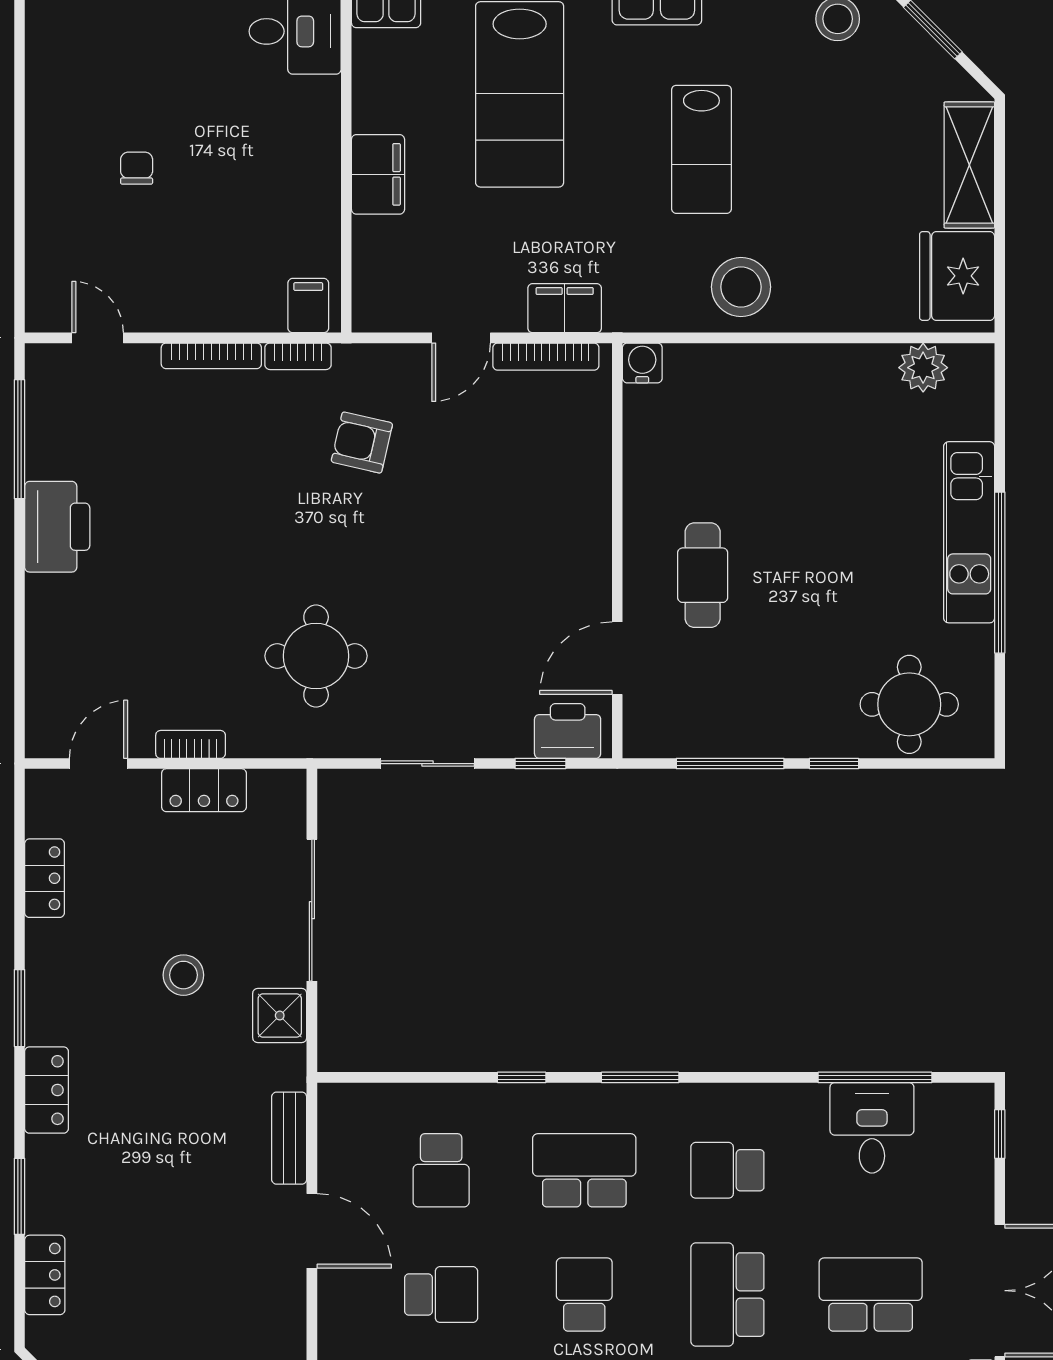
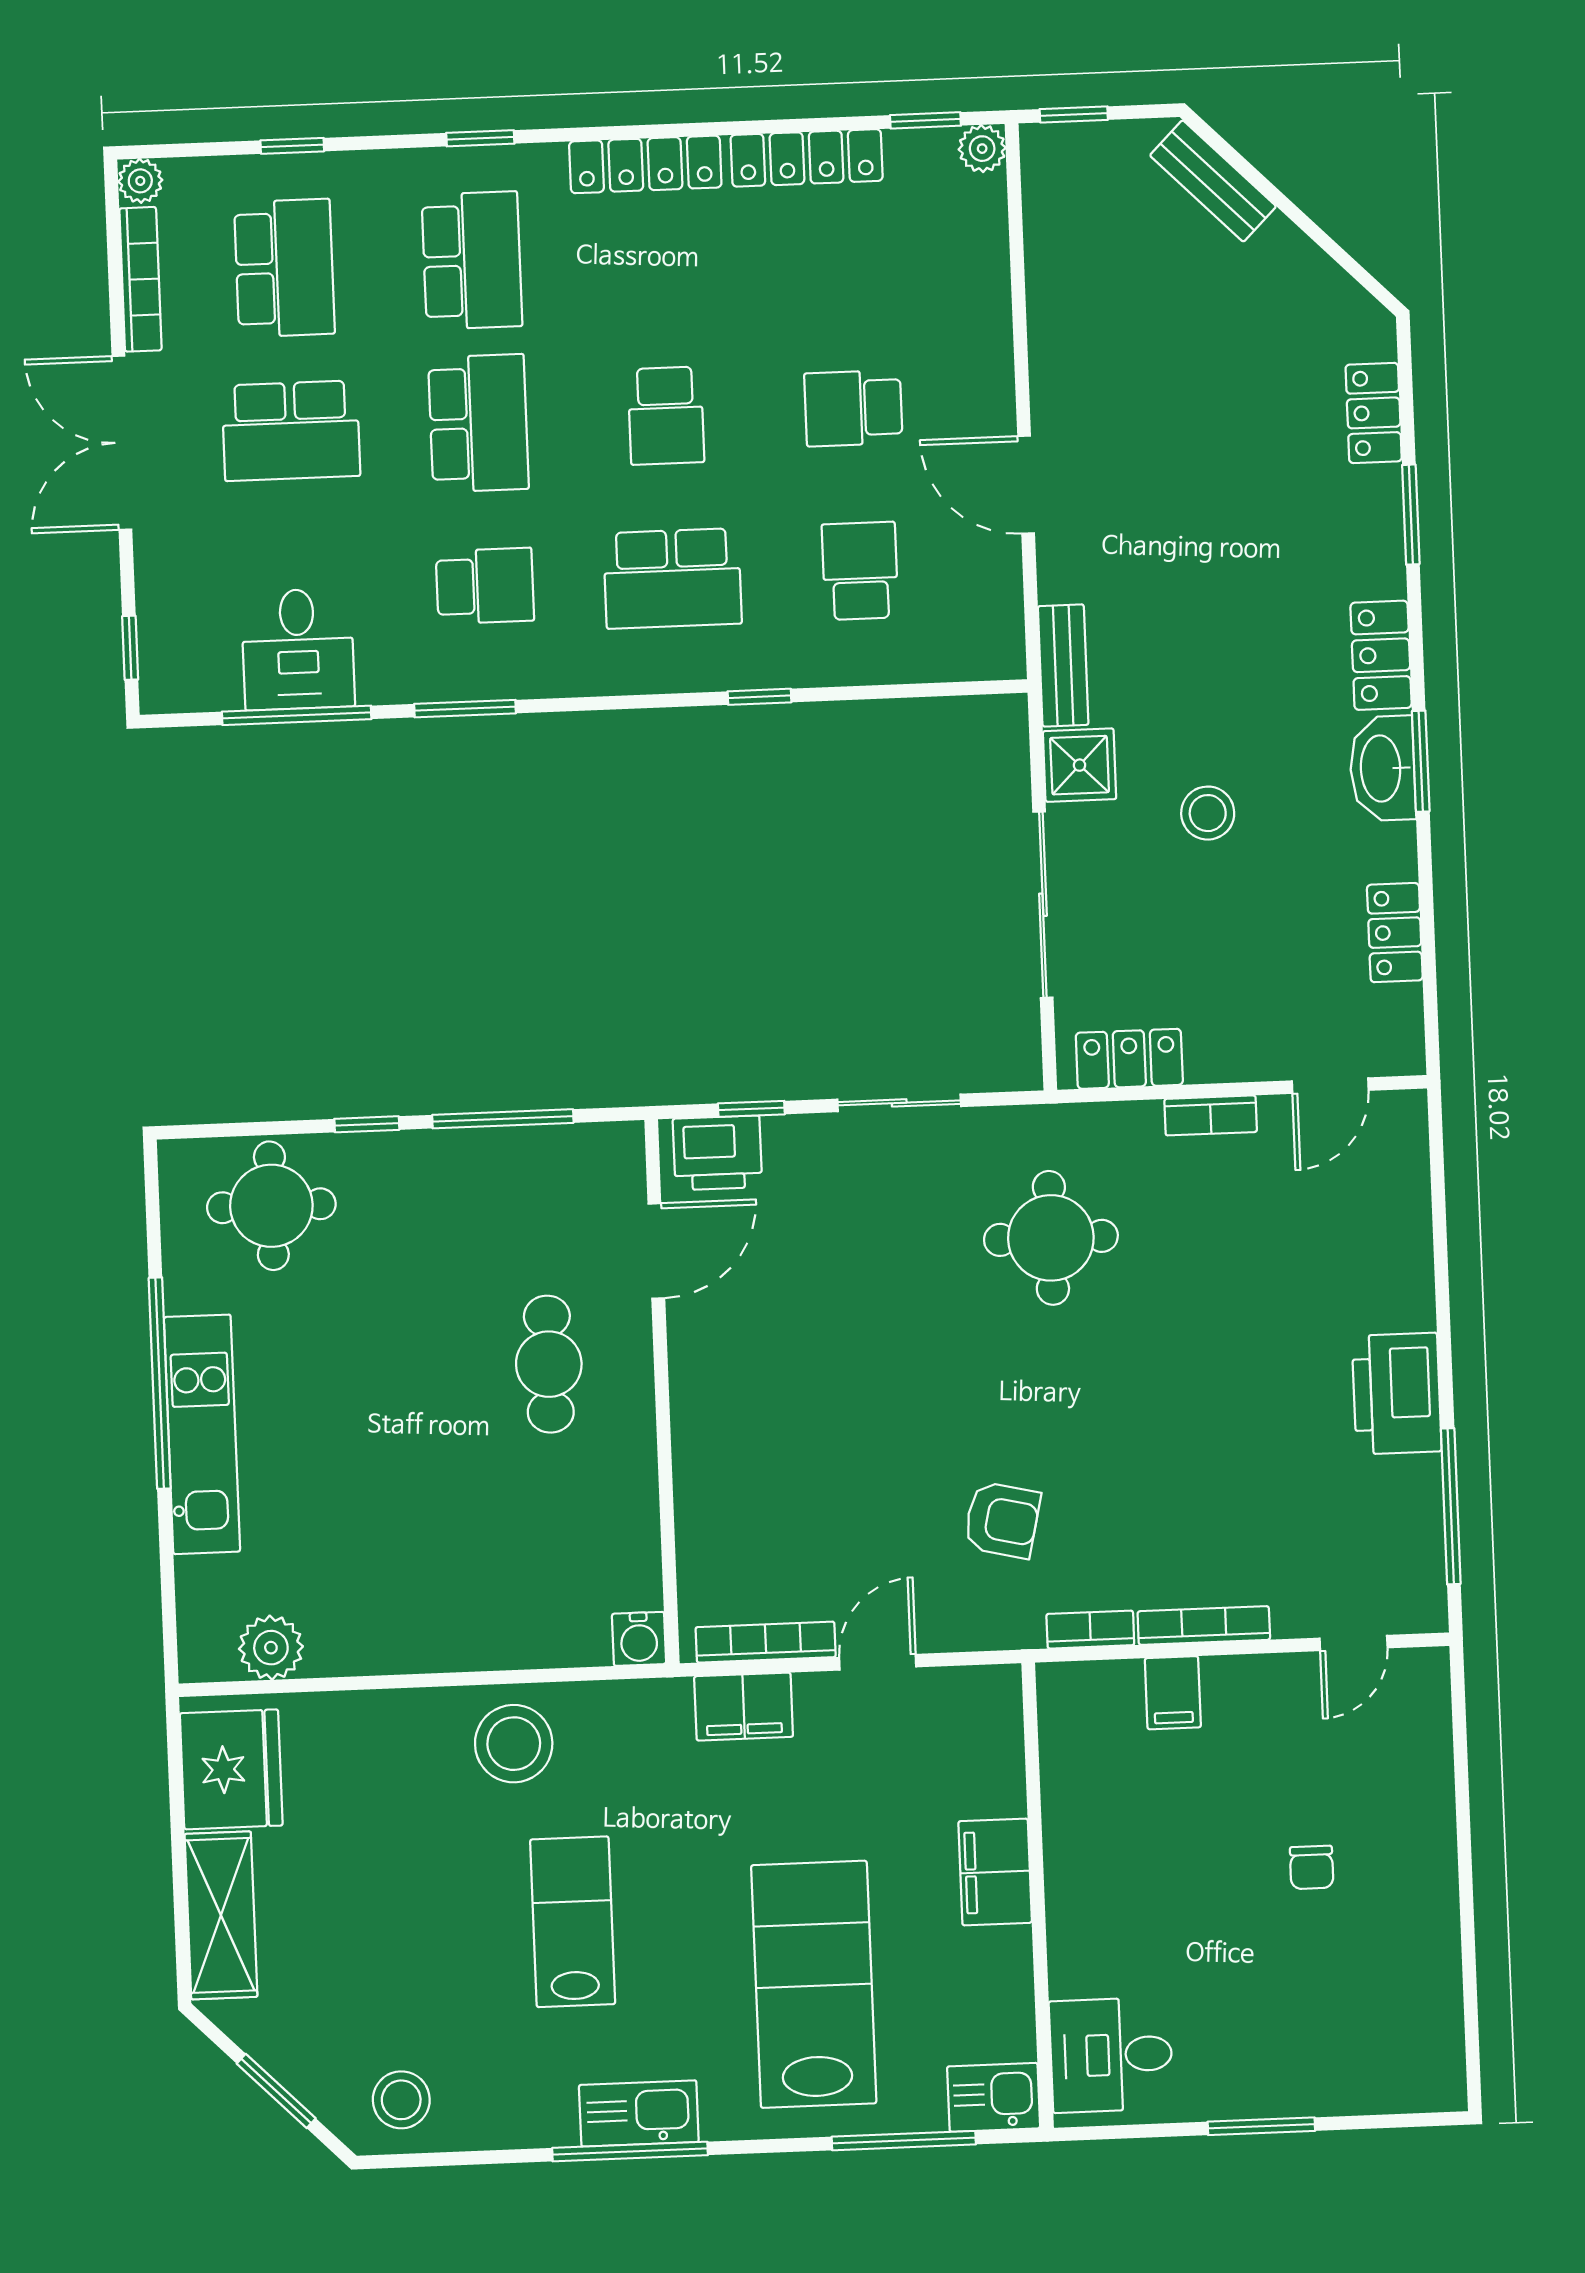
filing cabinet: (308, 306) -> (1173, 1693), moved
door: (98, 338) -> (1354, 1643), hinge flipped
locker: (204, 790) -> (1129, 1059), moved
washbasin: (49, 1004) -> (1382, 768), added
window: (640, 1077) -> (465, 709), moved
bench: (289, 1138) -> (1063, 665), moved

